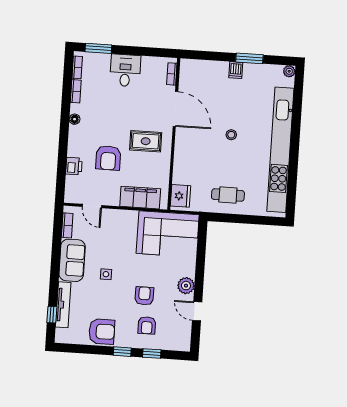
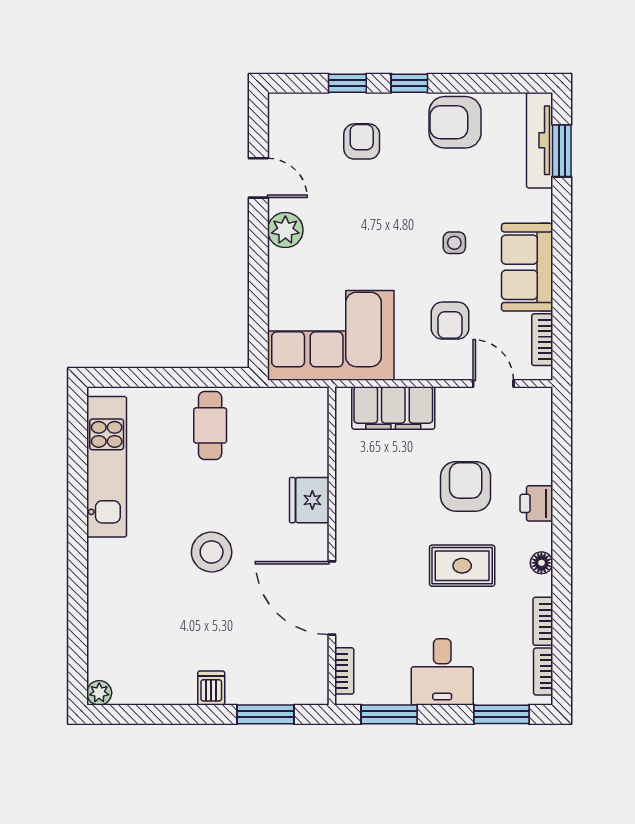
window: (152, 52) -> (389, 714), added
window: (249, 58) -> (266, 714), moved
stool: (231, 135) -> (212, 552), width x1.89, depth x1.89
rug: (146, 141) -> (462, 566), moved
kitchen unit: (280, 150) -> (107, 467), width x0.54
printer: (74, 166) -> (536, 503), moved
cafe table: (228, 195) -> (210, 425), turned 90
fridge: (180, 196) -> (309, 500), moved
armchair: (144, 296) -> (450, 321), moved
tv unit: (63, 305) -> (540, 140), moved
window: (52, 315) -> (562, 151), width x1.50

